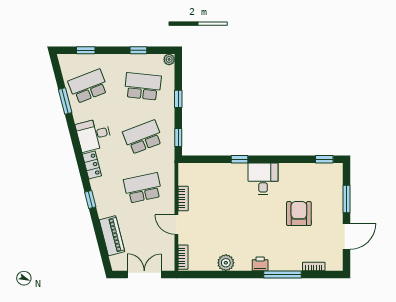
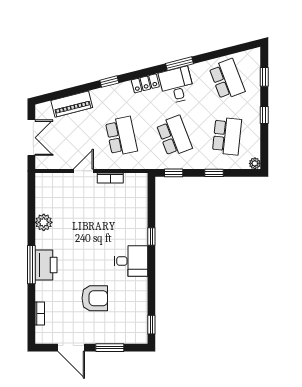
window: (138, 50) -> (264, 115), moved
window: (65, 101) -> (179, 64), moved
bookcase: (183, 257) -> (49, 178), removed
printer: (260, 264) -> (46, 265), width x1.87, depth x1.48
window: (282, 275) -> (31, 265), moved

